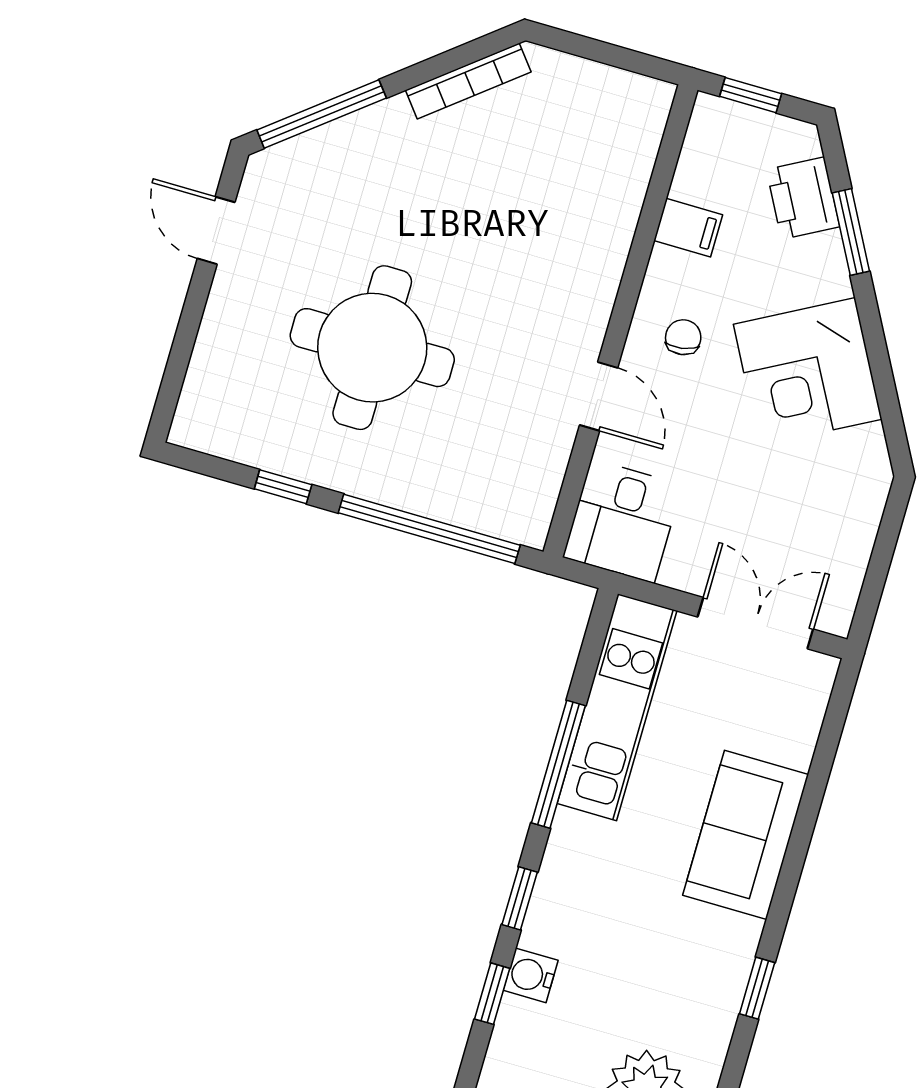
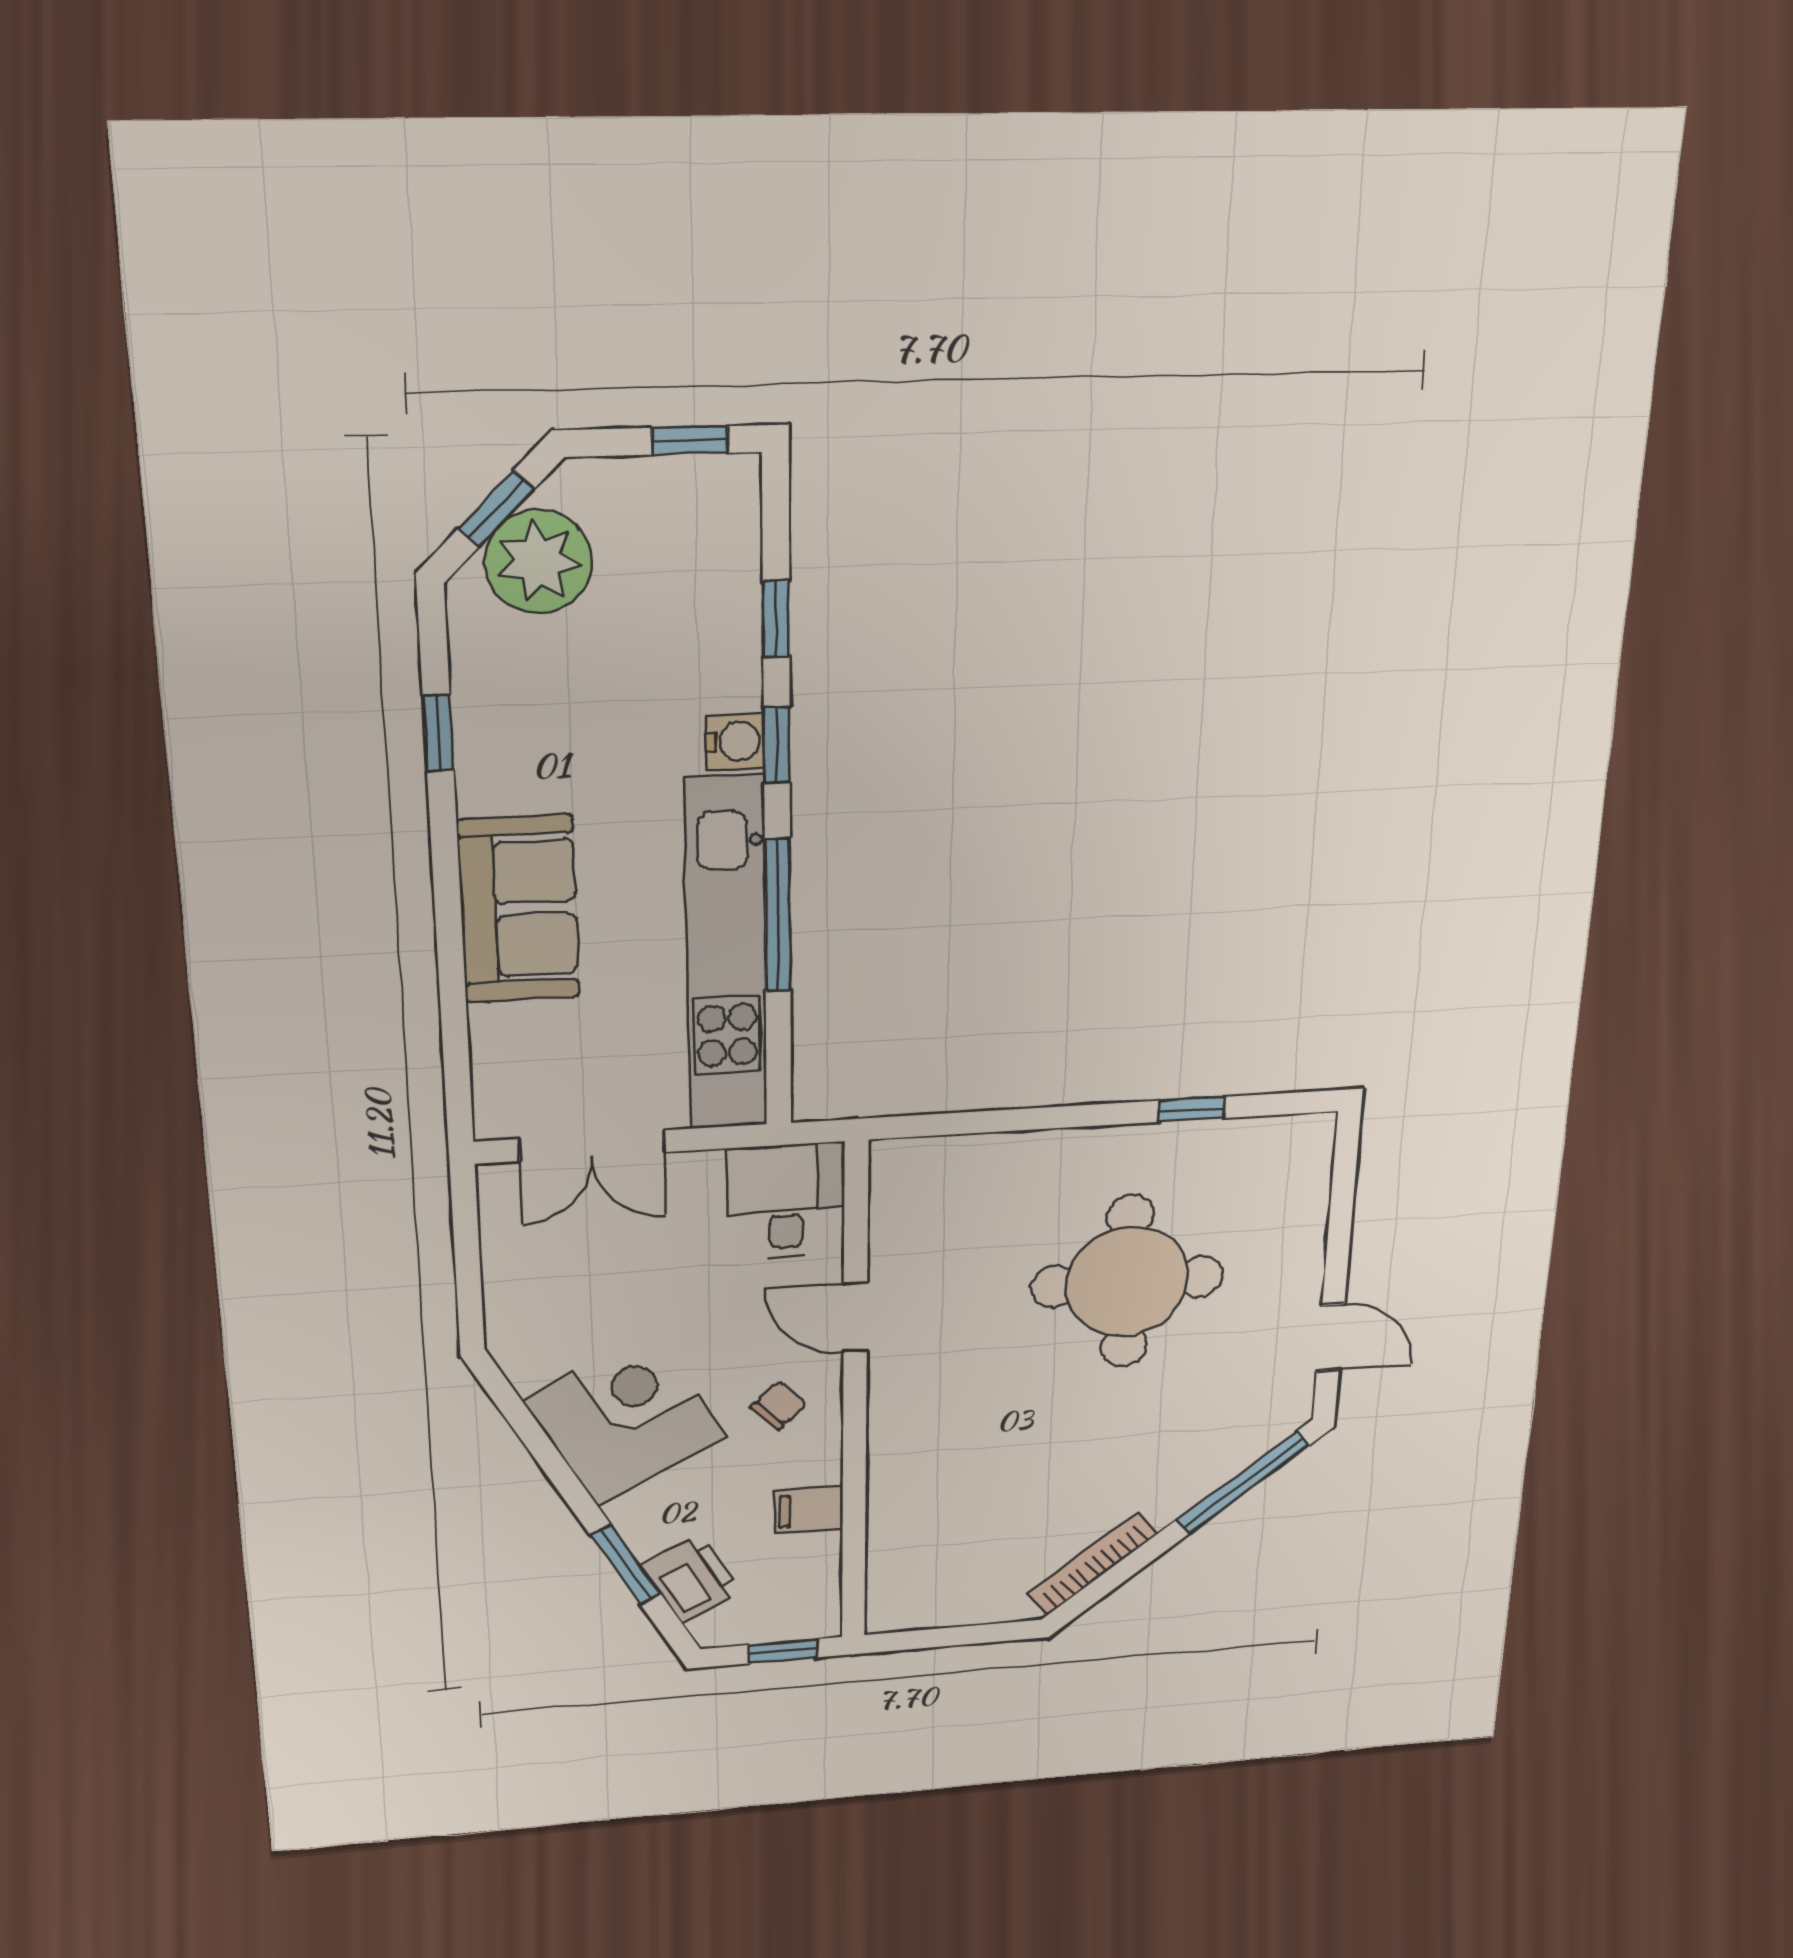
chair: (683, 337) -> (779, 1406), turned -125
window: (429, 529) -> (1010, 1120), removed
kitchen unit: (617, 707) -> (726, 955), width x1.36
water cooler: (531, 975) -> (735, 741), moved

